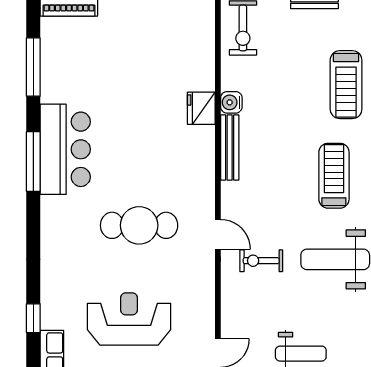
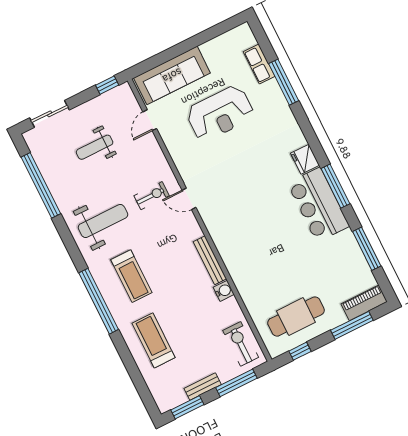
fridge: (201, 108) -> (305, 159), moved, turned 180
cafe table: (139, 225) -> (296, 317), moved
window: (33, 318) -> (284, 82), width x2.17

